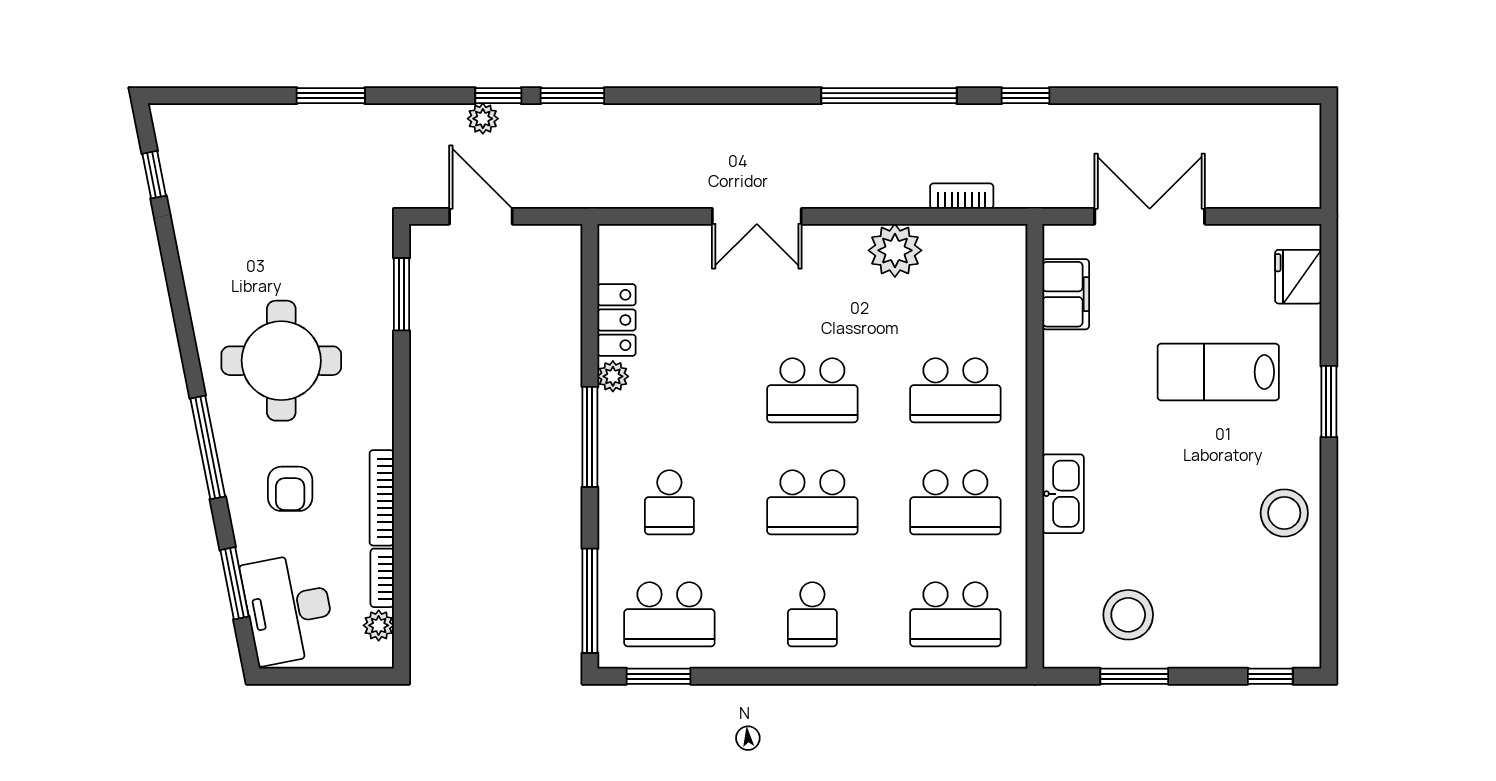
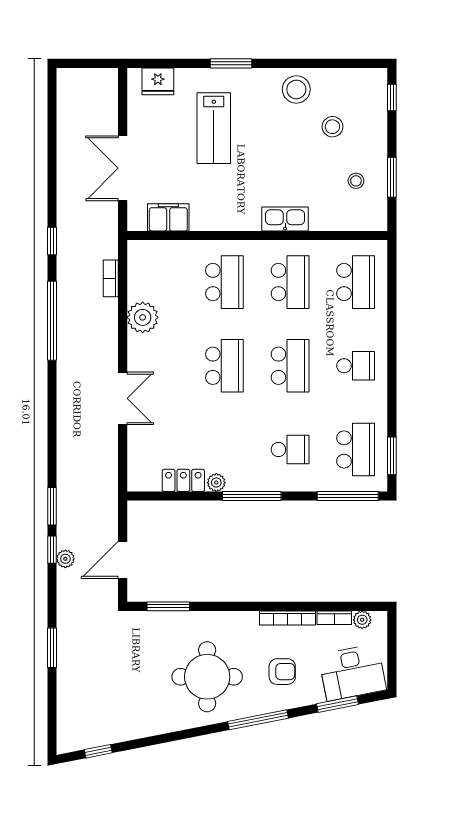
stool: (1221, 575) -> (332, 127), added
stool: (1128, 615) -> (356, 181), width x0.53, depth x0.53

